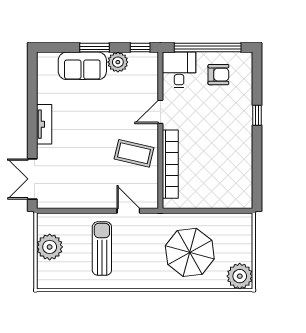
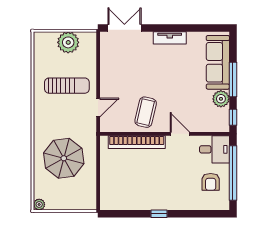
window: (95, 48) -> (233, 80), width x1.44
sofa: (82, 66) -> (218, 62), width x1.36
window: (257, 115) -> (159, 214), moved
plant: (240, 276) -> (39, 204), width x0.53, depth x0.53

